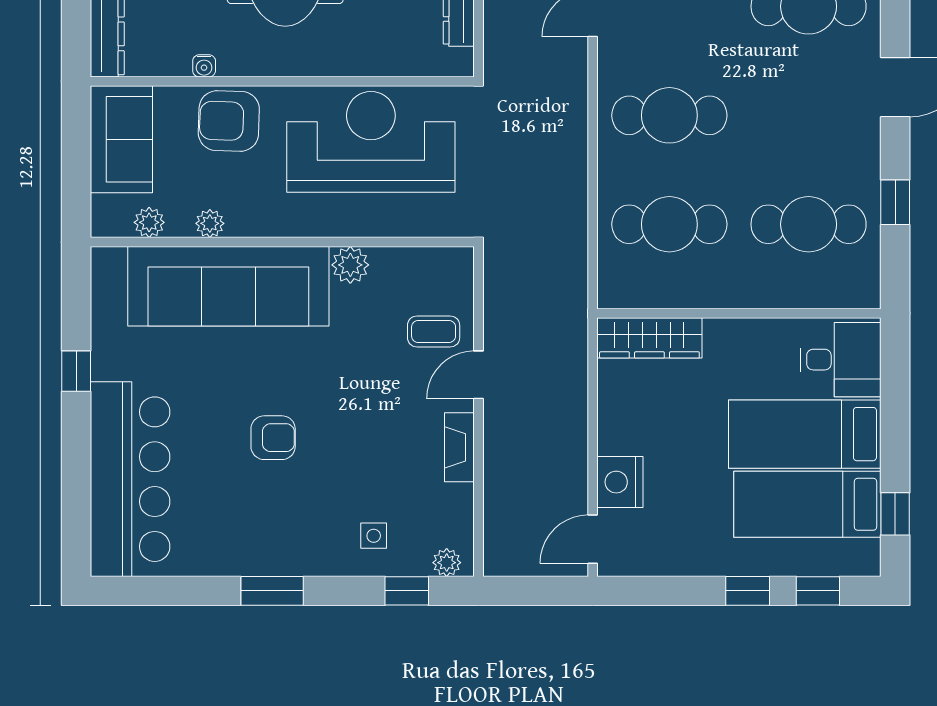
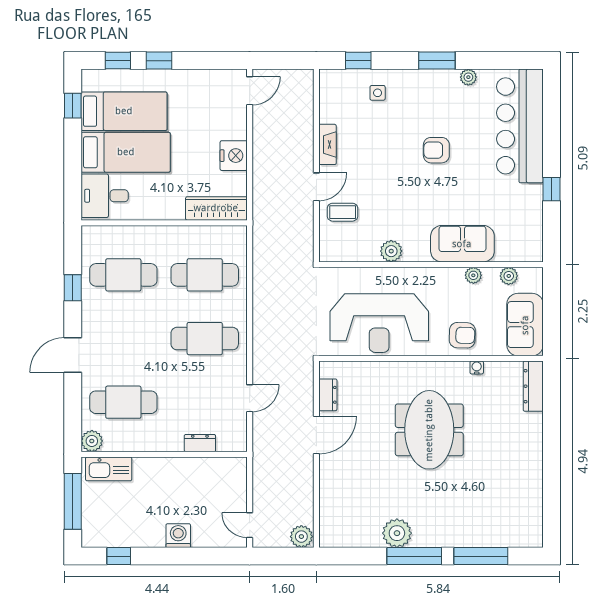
armchair: (229, 121) -> (462, 335), width x0.72, depth x0.72
sofa: (228, 286) -> (462, 244), width x0.54, depth x0.79
nightstand: (620, 482) -> (234, 156), moved
plant: (447, 563) -> (468, 77), moved

